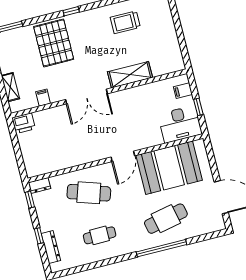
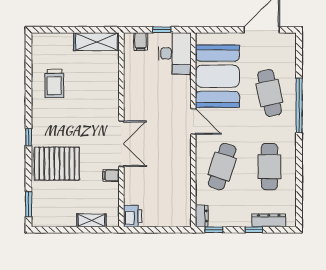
shelving: (130, 75) -> (96, 42), moved, turned 90
filing cabinet: (43, 98) -> (111, 175), moved
cafe table: (100, 235) -> (269, 167), width x1.37, depth x1.35

